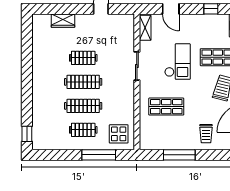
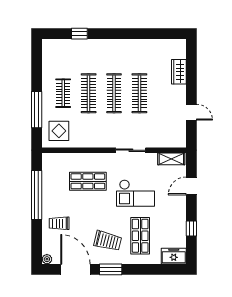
clothes rail: (83, 58) -> (139, 93), width x1.36
shop shelf: (166, 107) -> (88, 181), turned 90
window: (27, 134) -> (79, 34), moved
window: (179, 155) -> (37, 195), width x1.46

